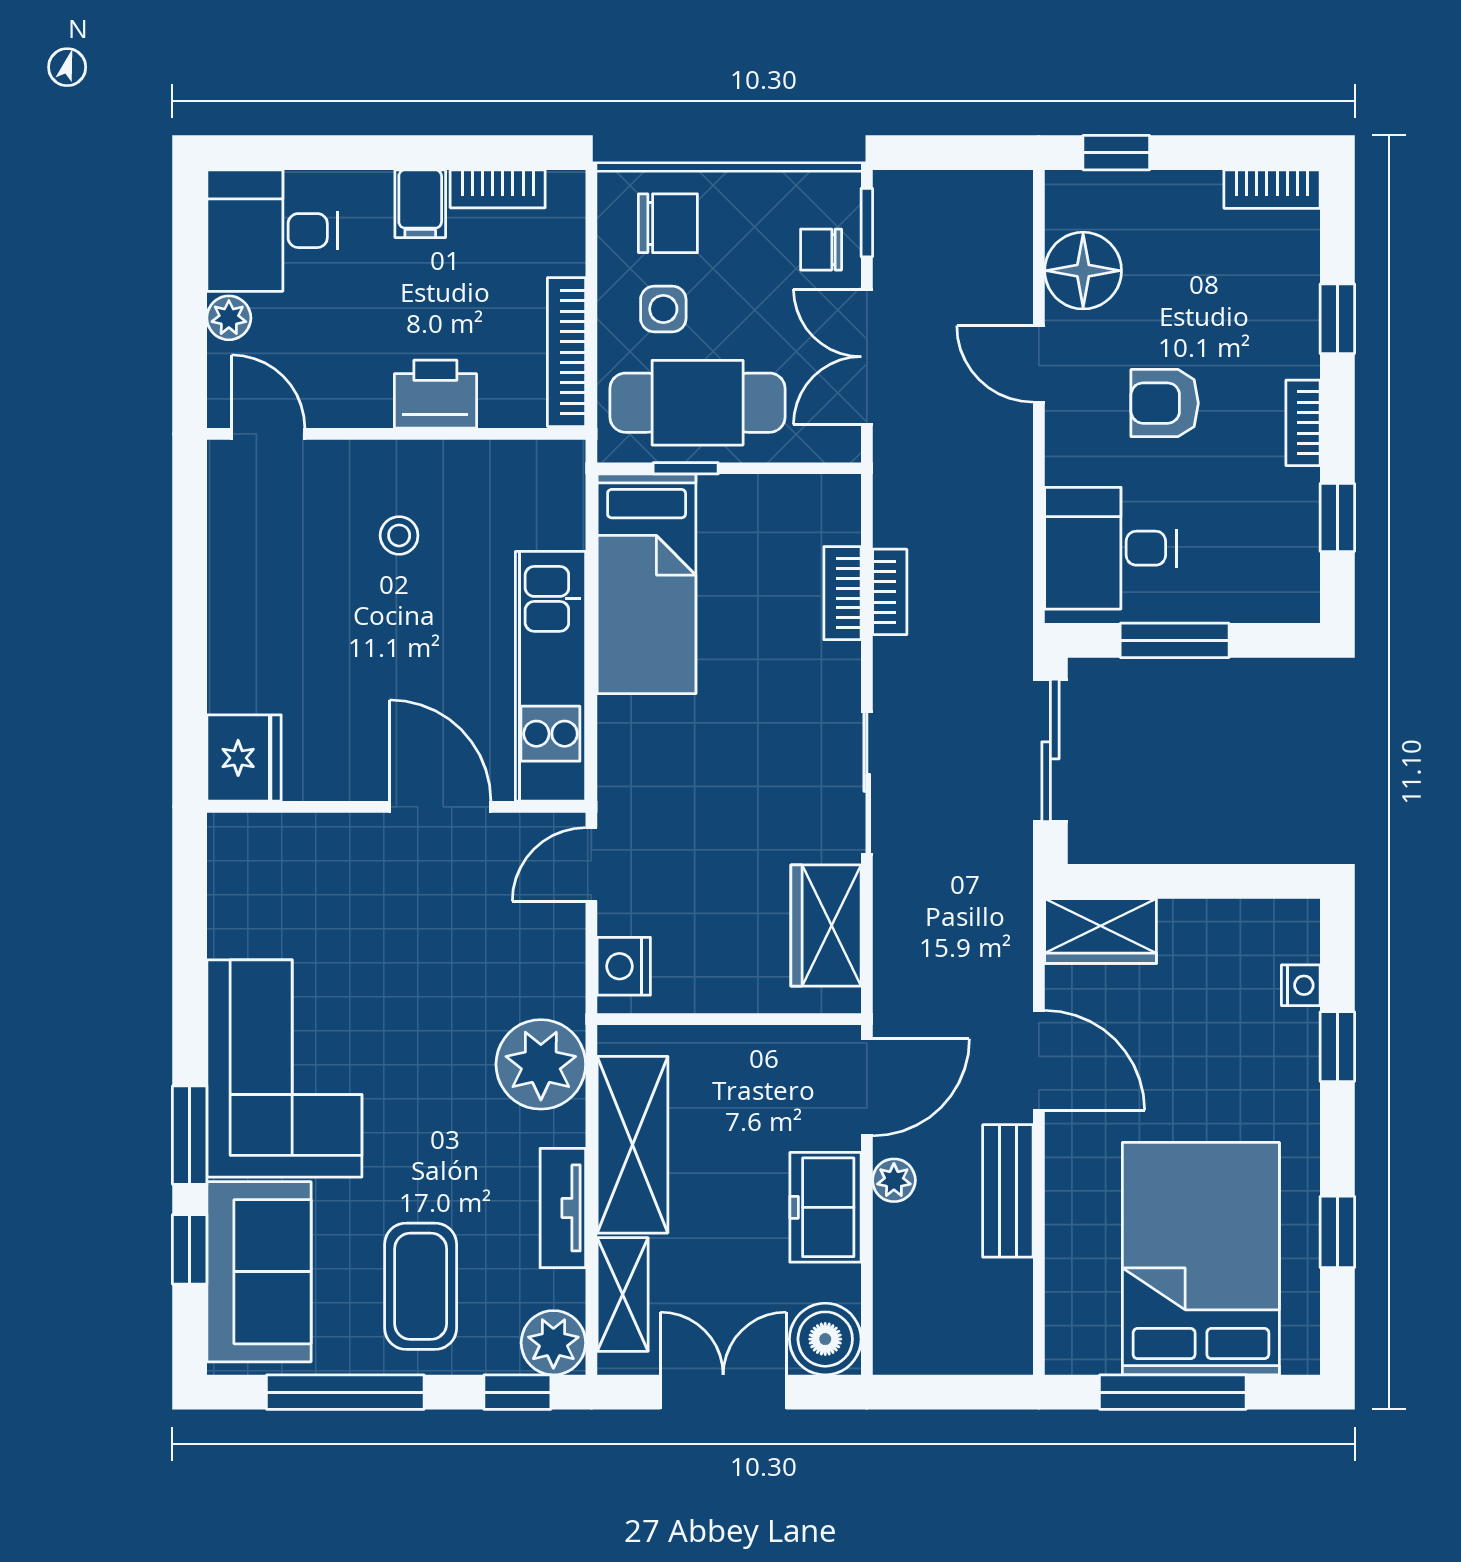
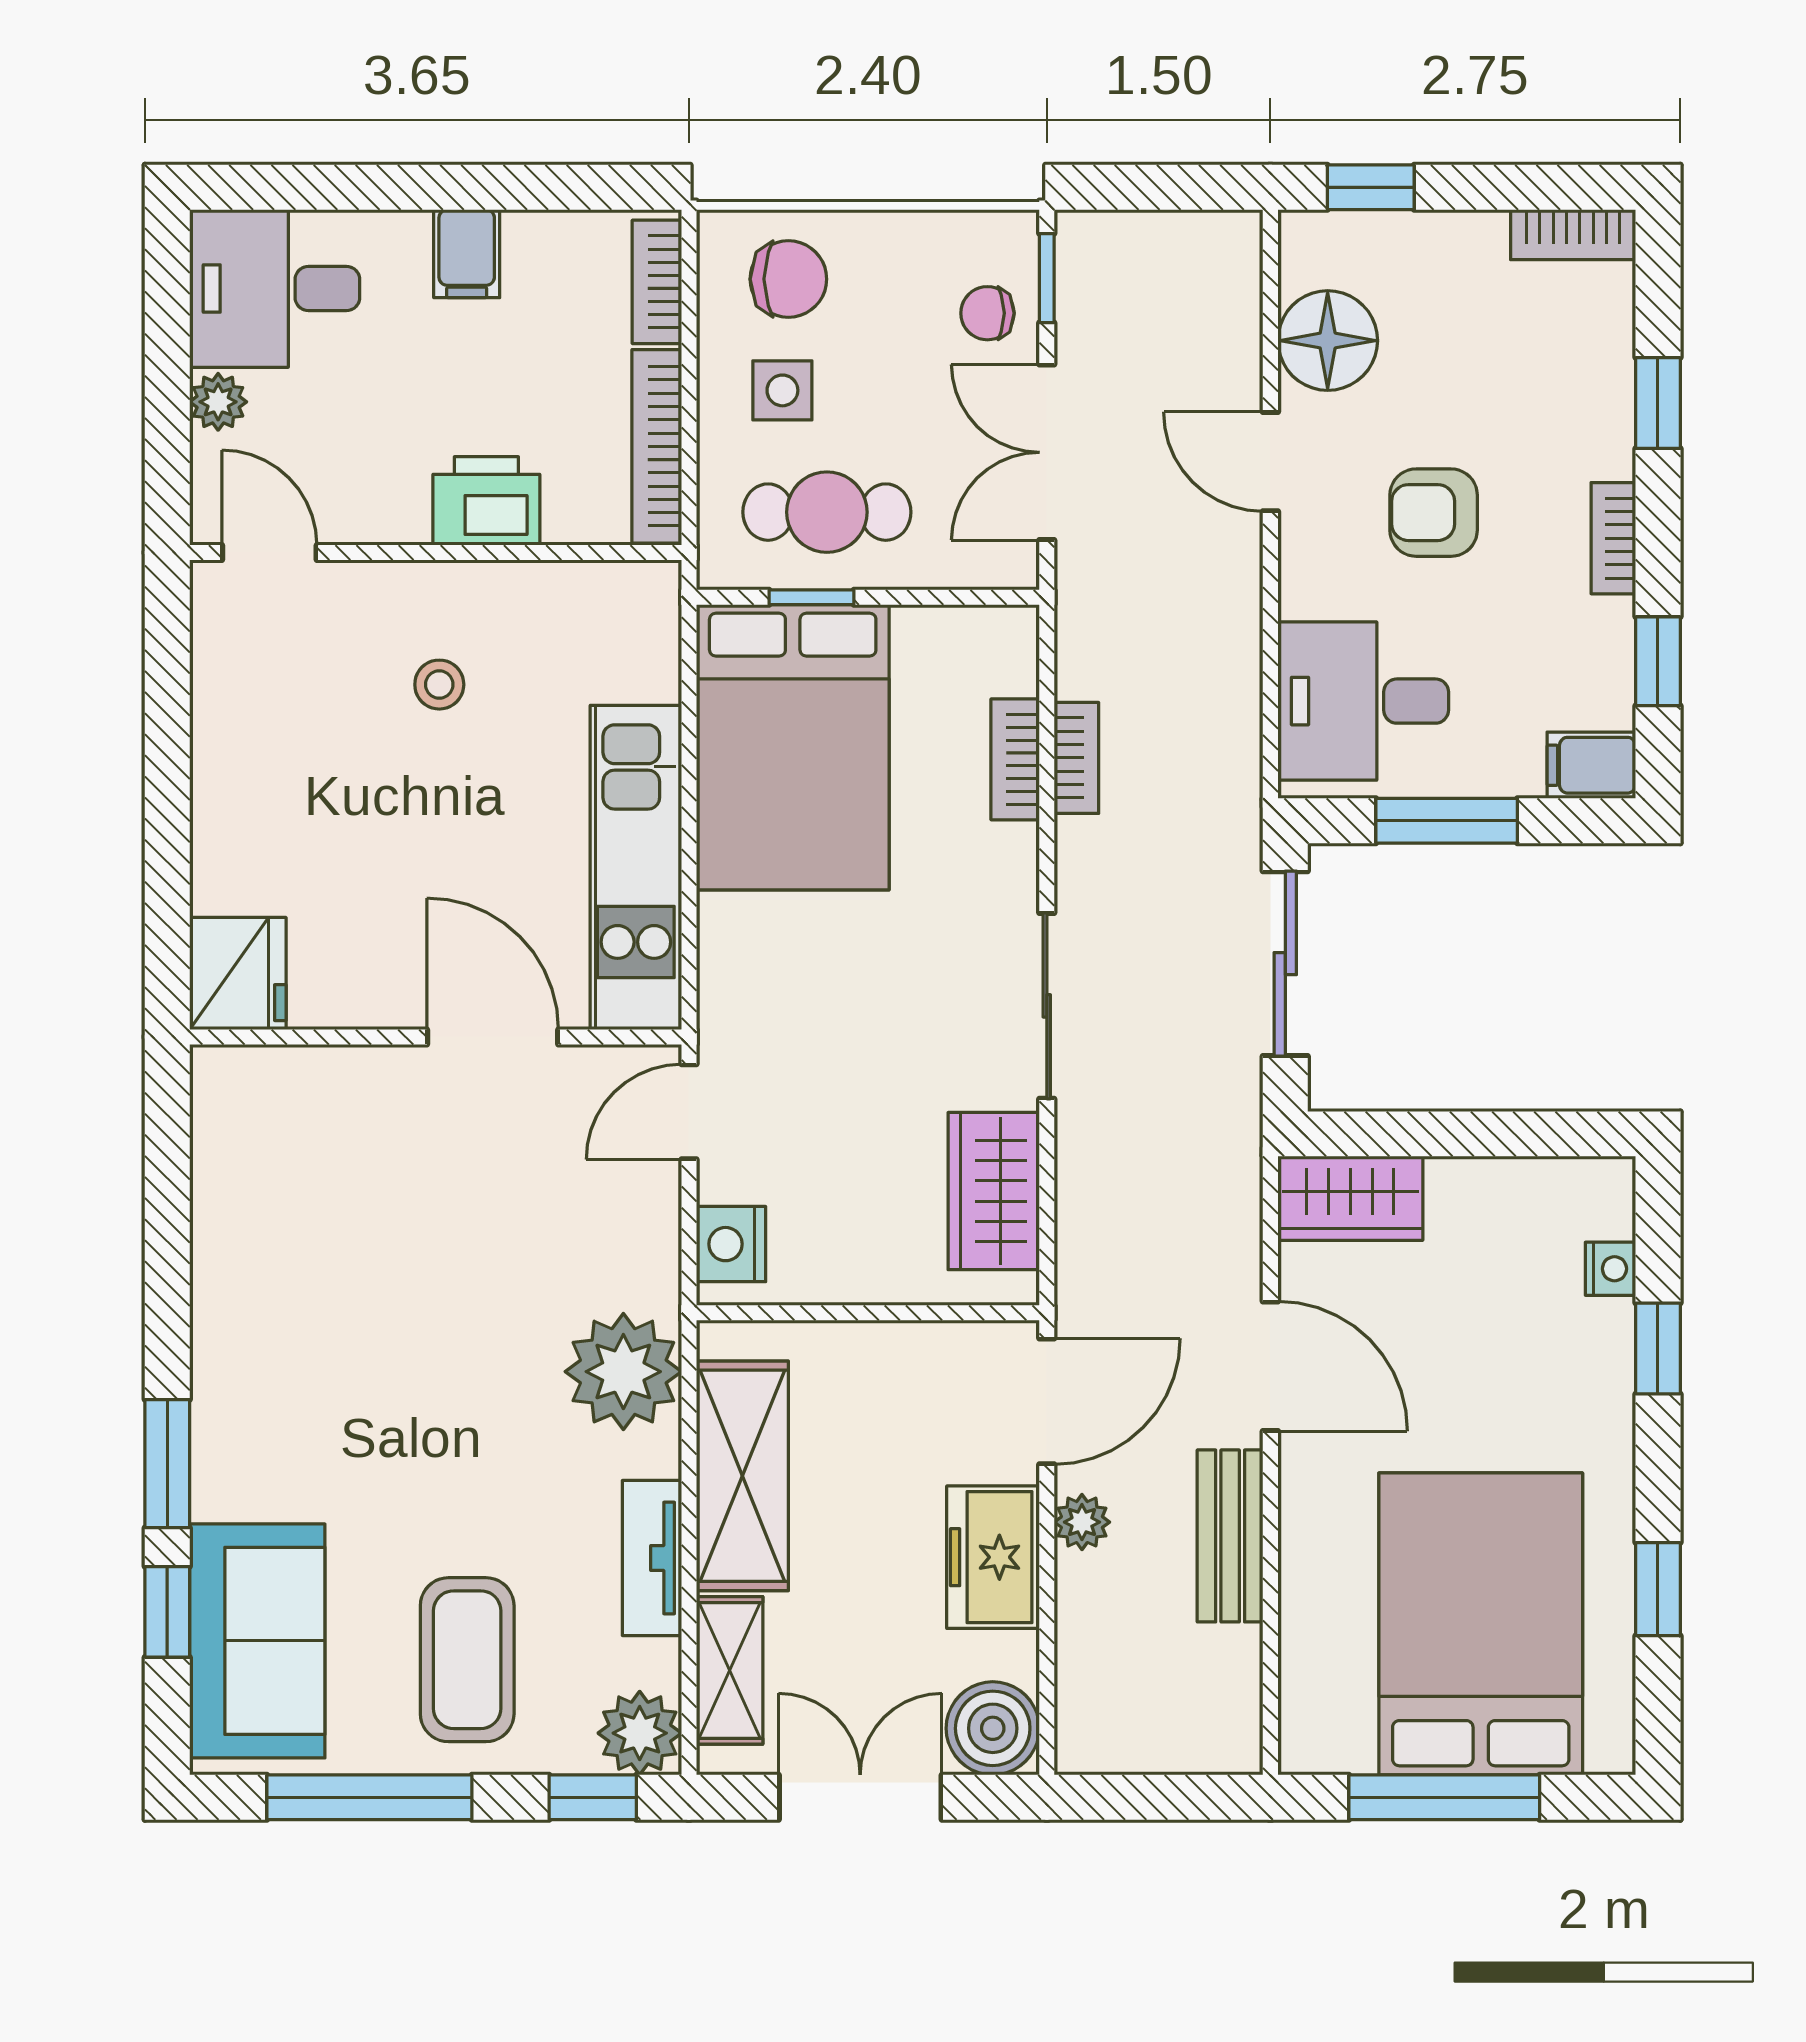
bookcase: (498, 189) -> (657, 282), moved, turned 90
cafe table: (698, 403) -> (827, 512), width x0.73, depth x0.74
bed: (647, 584) -> (793, 747), width x1.50
filing cabinet: (1286, 598) -> (1591, 765), added
corner sofa: (284, 1068) -> (290, 1377), removed

